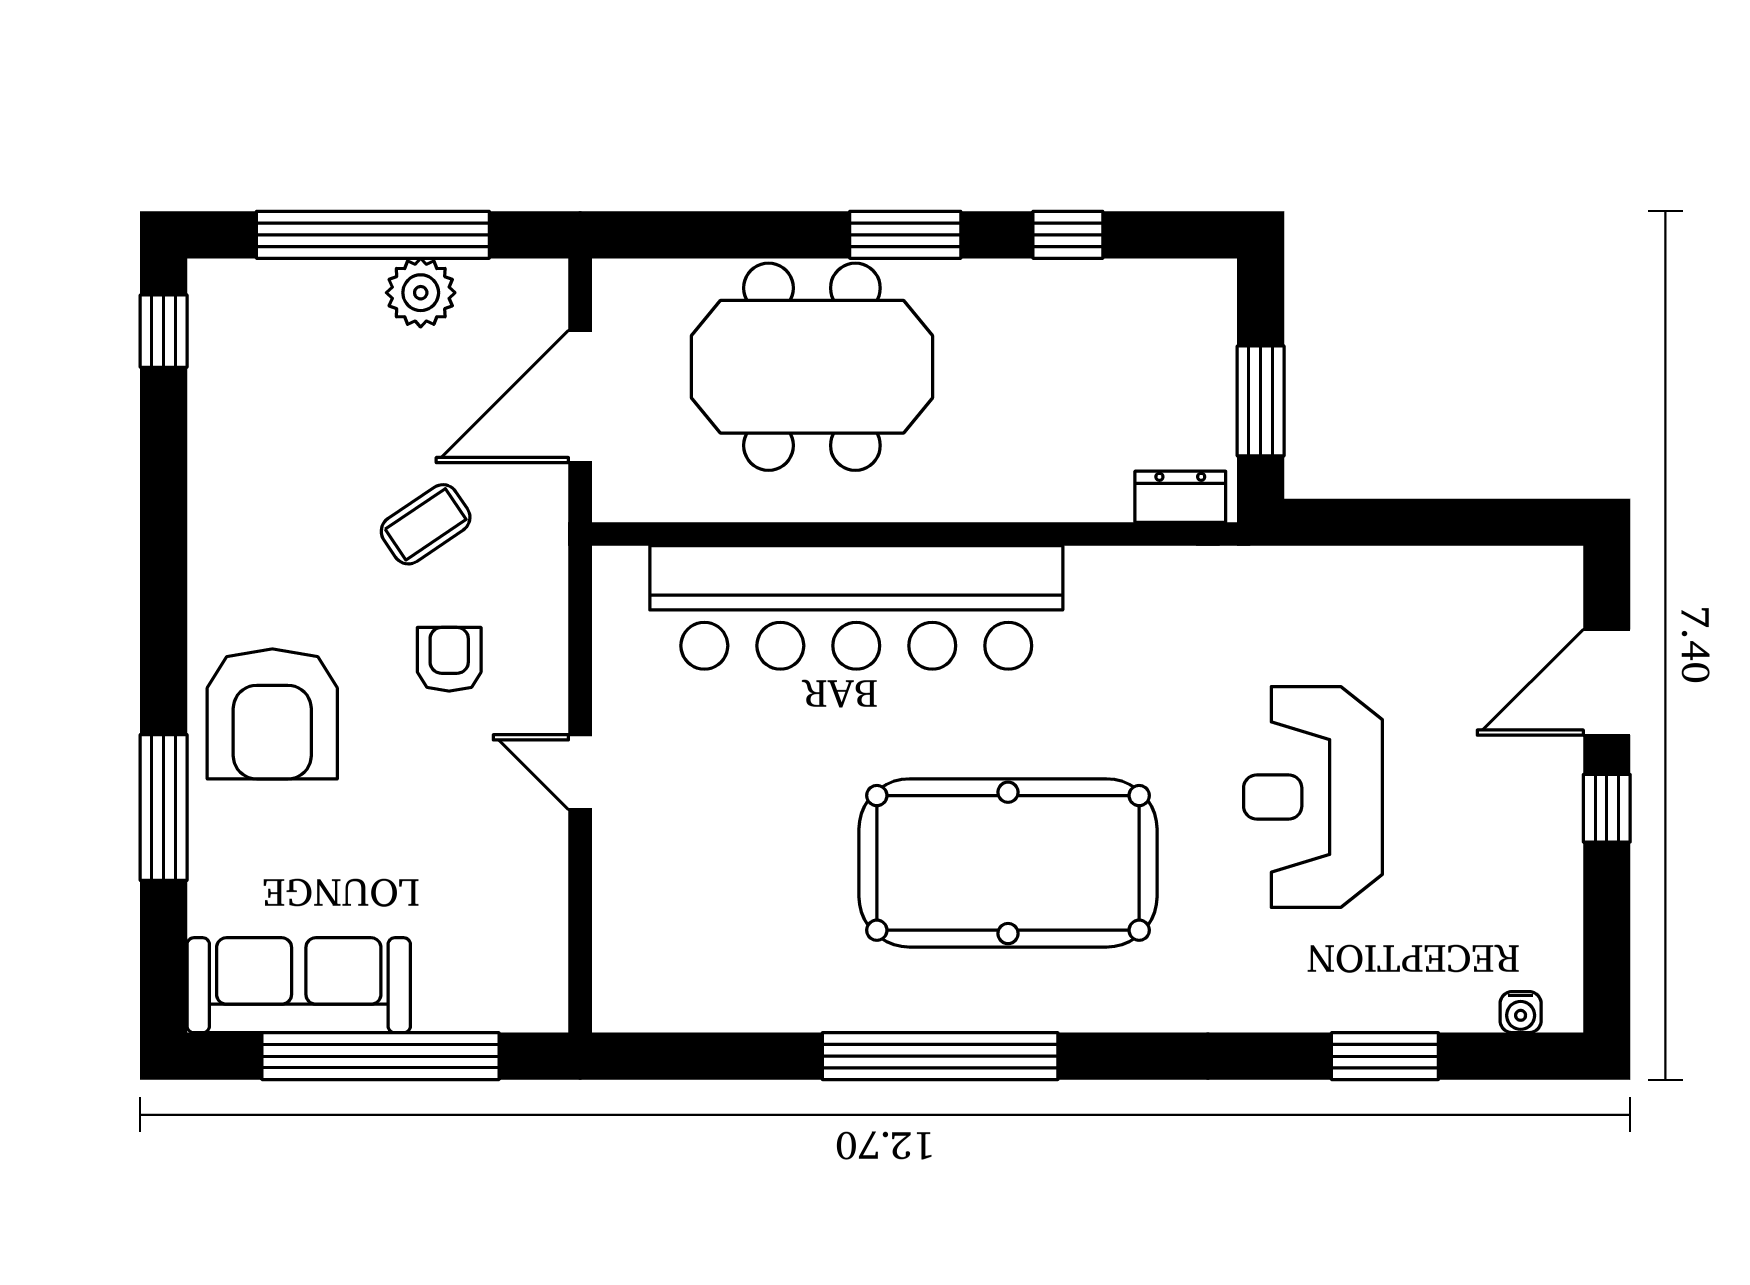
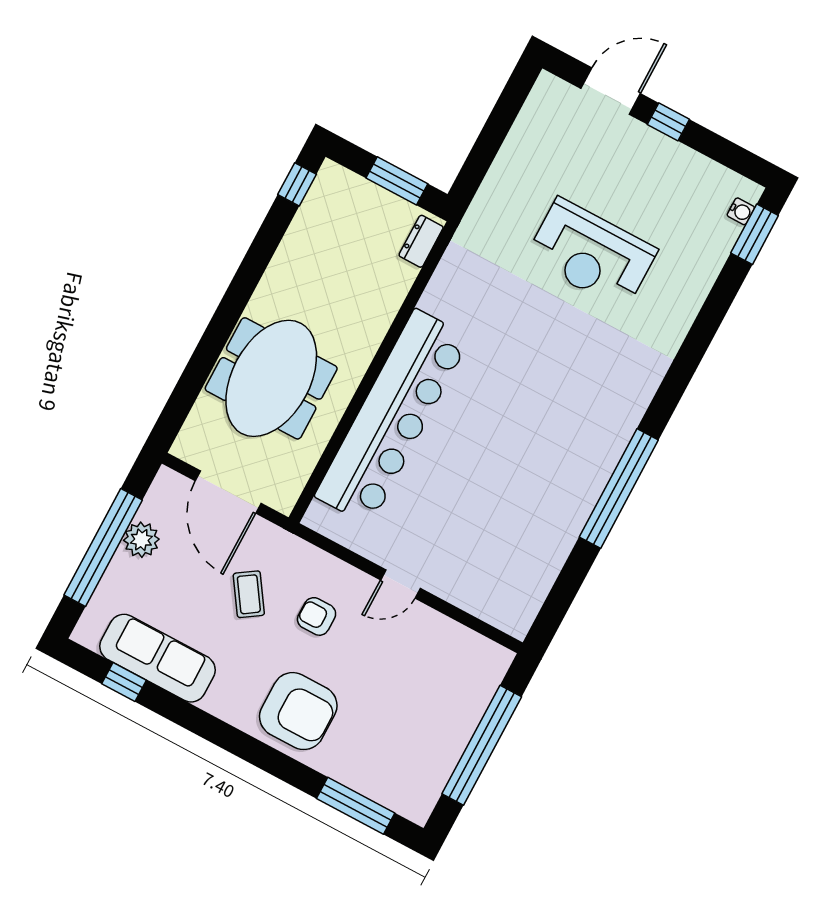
window: (905, 235) -> (234, 303), removed
window: (1068, 235) -> (297, 184), moved
window: (164, 331) -> (124, 682), moved
door: (1607, 682) -> (611, 91), swing flipped
window: (164, 808) -> (356, 806), moved
pool table: (1008, 863) -> (547, 410), removed
sofa: (299, 985) -> (157, 658), moved, turned 90
window: (1385, 1056) -> (755, 234), moved

